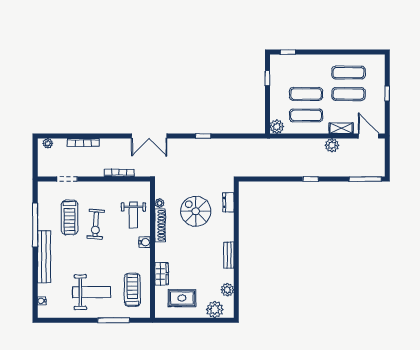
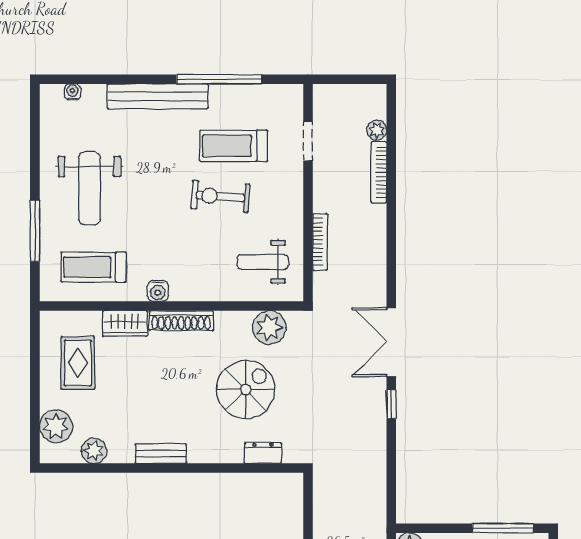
window: (267, 78) -> (503, 528), width x2.17
double door: (149, 136) -> (391, 342), moved
plant: (48, 143) -> (377, 130), moved
plant: (160, 203) -> (269, 328), width x1.88, depth x1.88
weight bench: (133, 215) -> (263, 262), moved
shoe rack: (160, 225) -> (181, 321), moved
water cooler: (145, 242) -> (158, 291), moved
treadmill: (132, 290) -> (94, 267), turned 180

